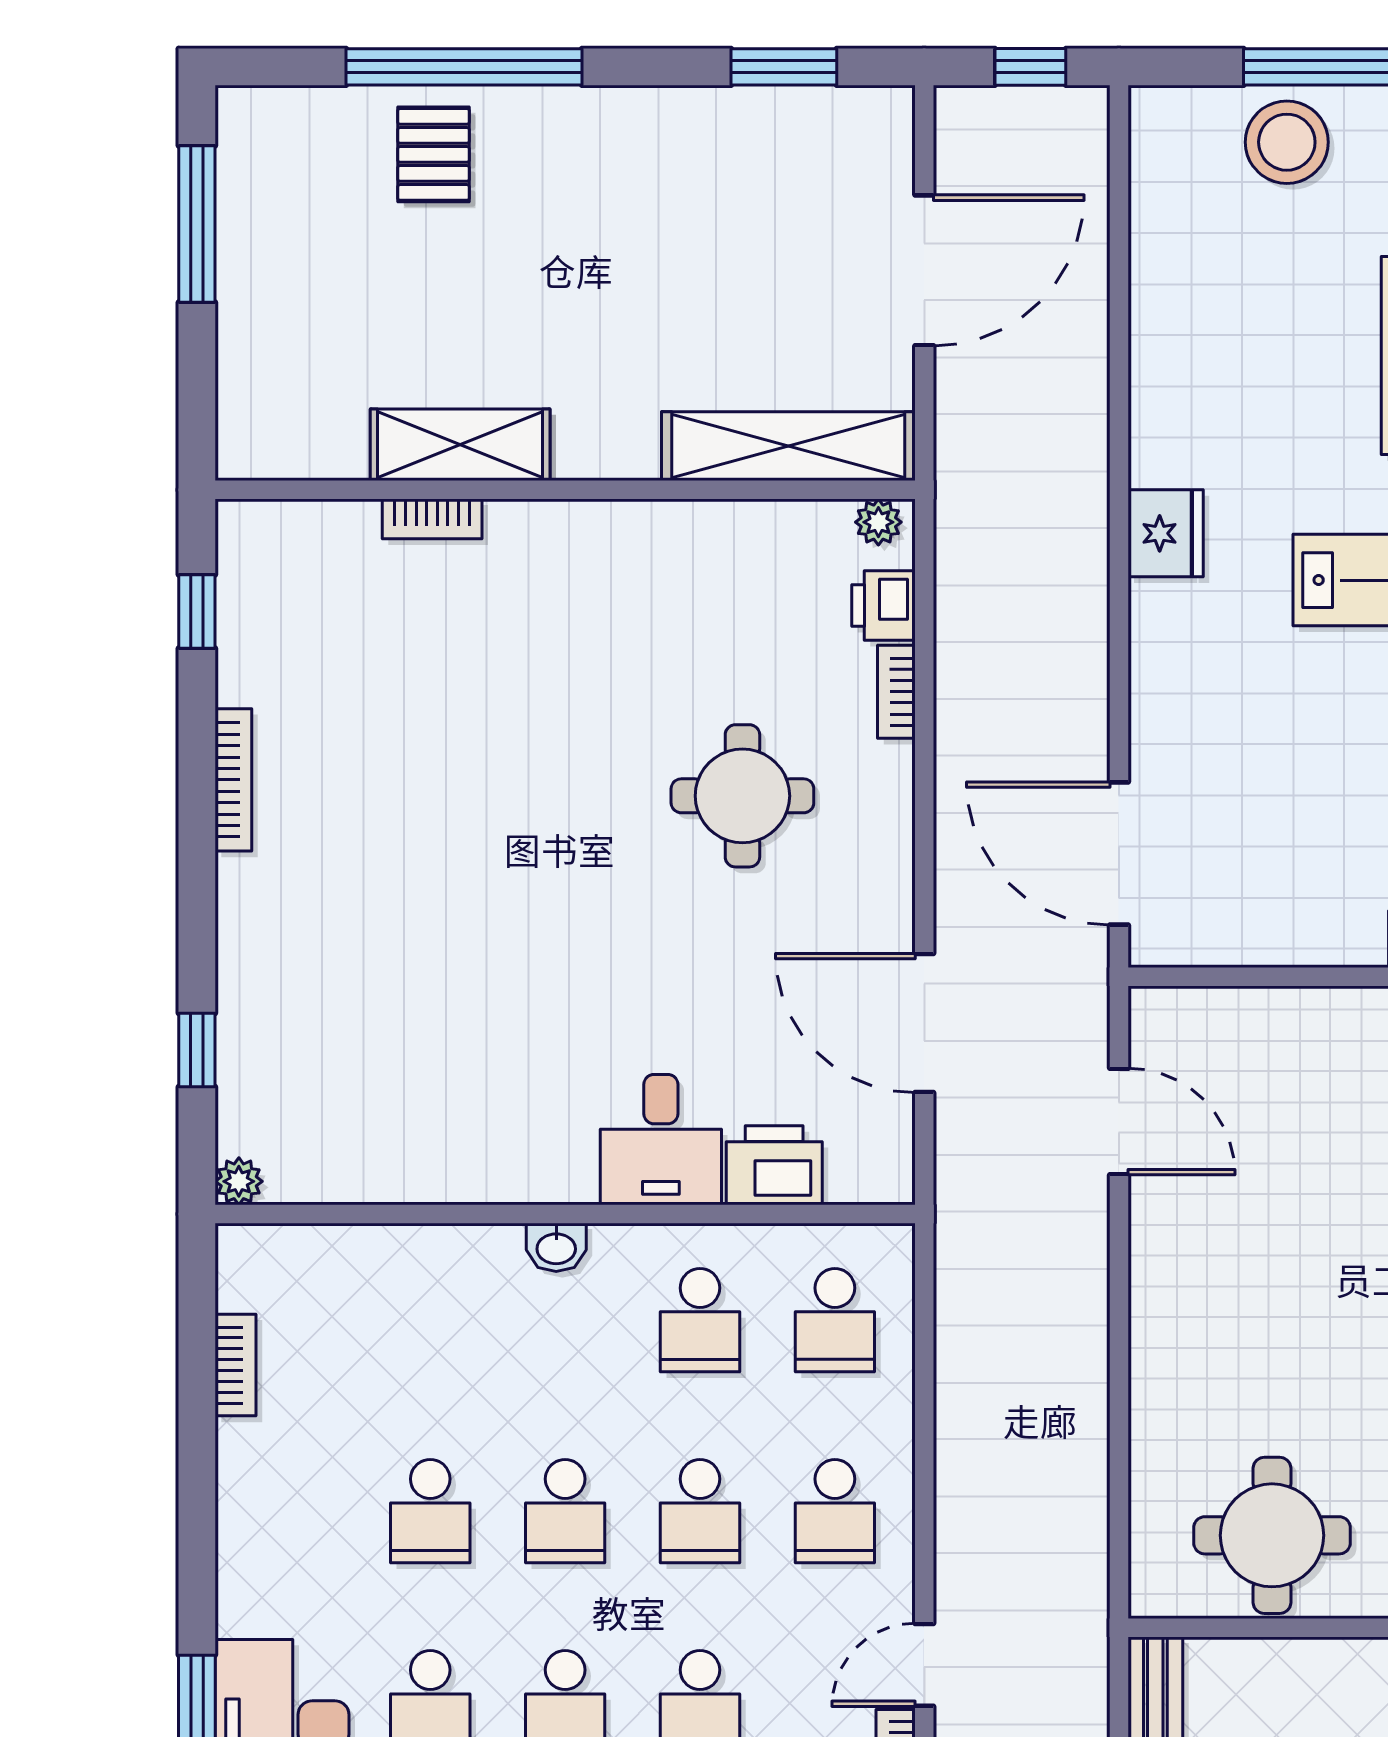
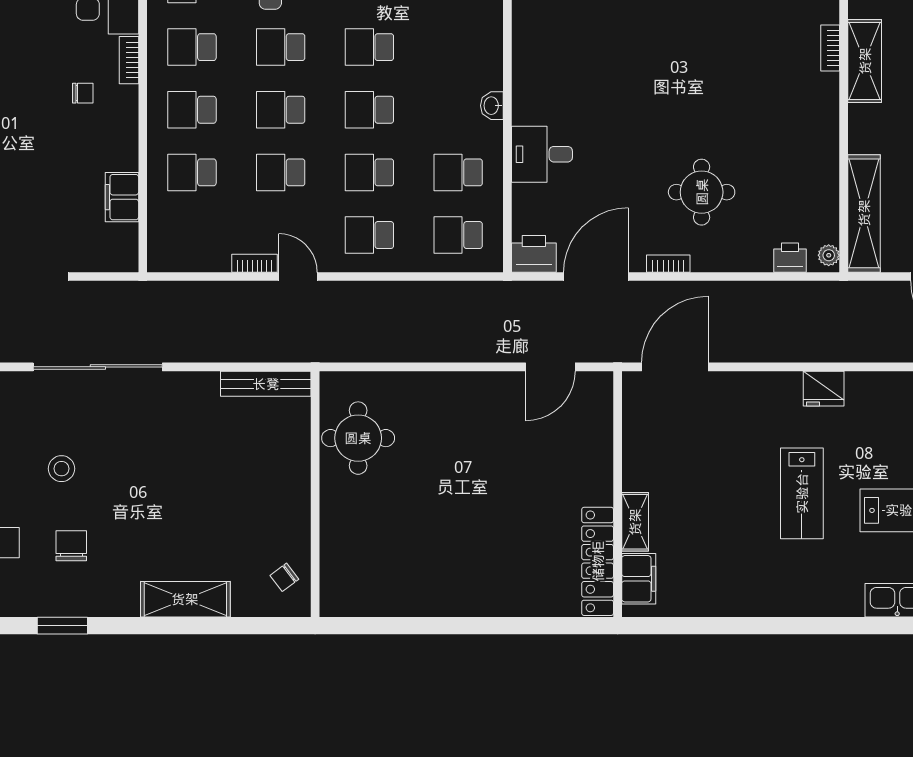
bookcase: (896, 692) -> (668, 264), moved
printer: (774, 1165) -> (534, 254), moved, turned -90

